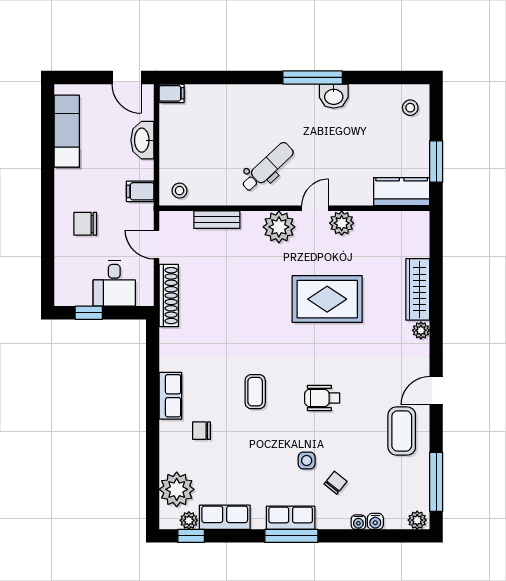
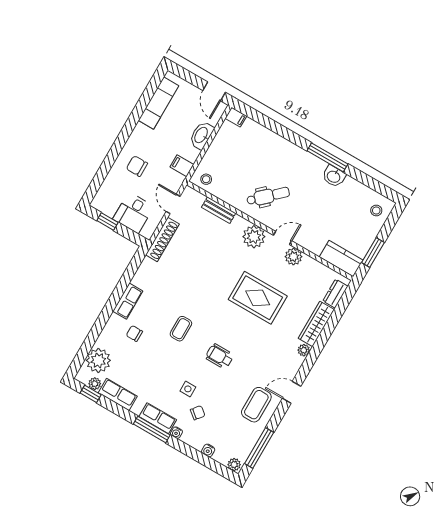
dresser: (419, 239) -> (335, 294), added
water cooler: (358, 522) -> (176, 433), moved

